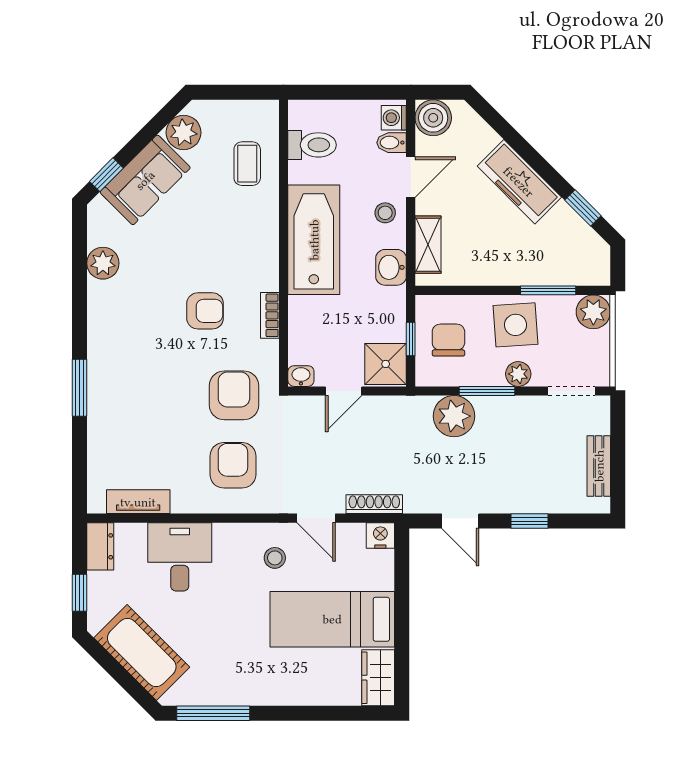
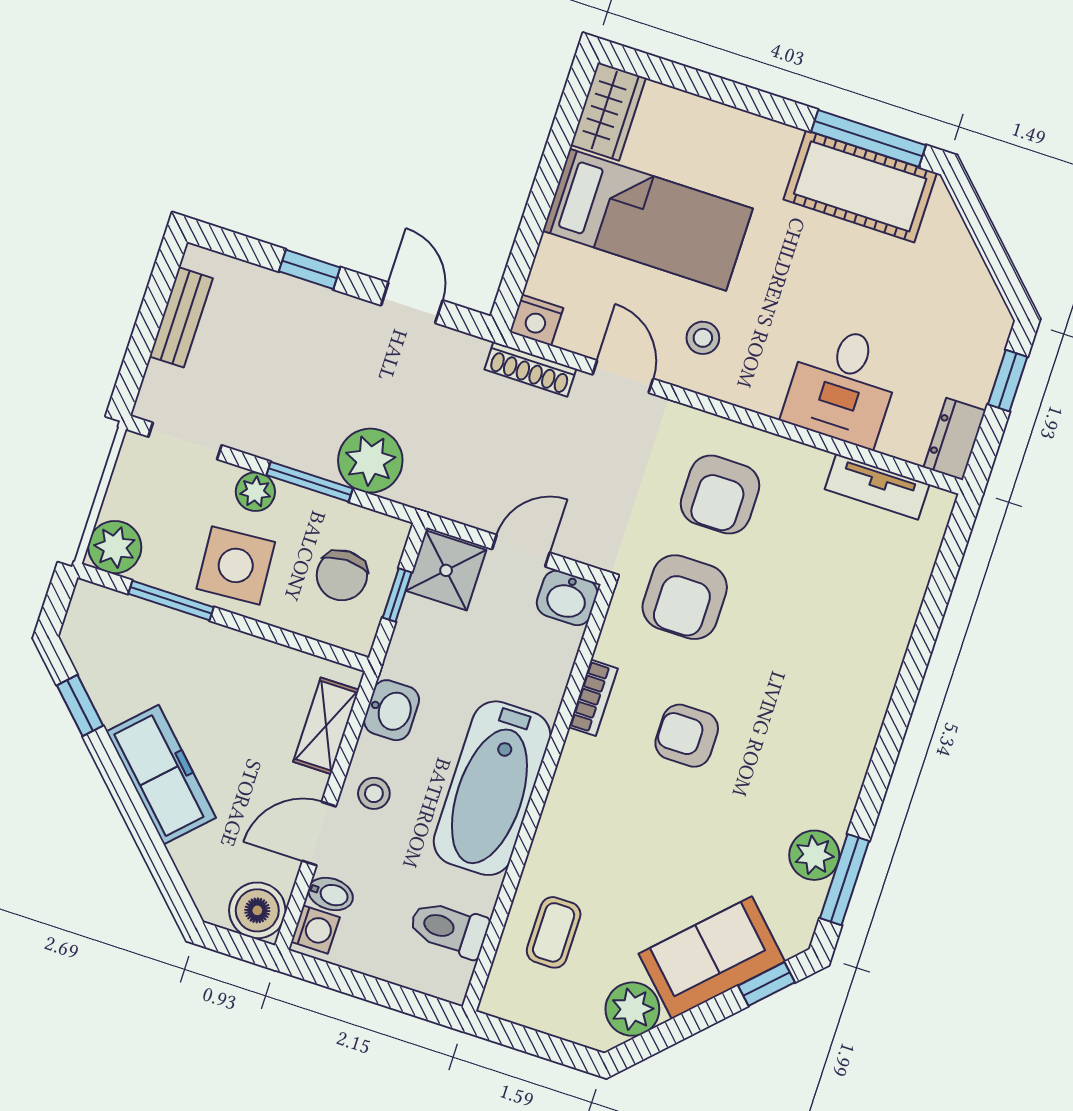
washbasin: (301, 376) -> (567, 598), width x1.38, depth x1.45
window: (79, 388) -> (845, 880), moved
cot: (142, 652) -> (860, 186), moved, turned -45

